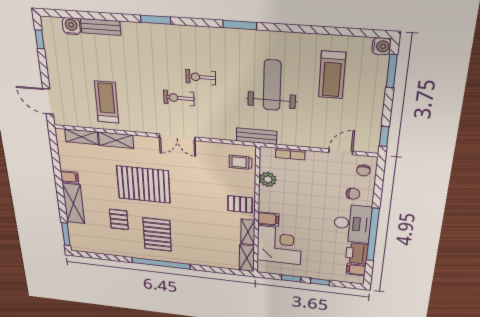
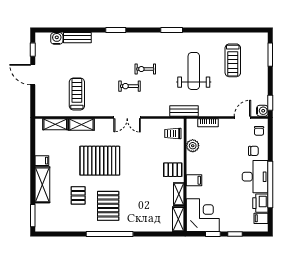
water cooler: (381, 46) -> (262, 111), moved
door: (48, 101) -> (33, 75), moved
corner desk: (279, 245) -> (203, 215), moved

